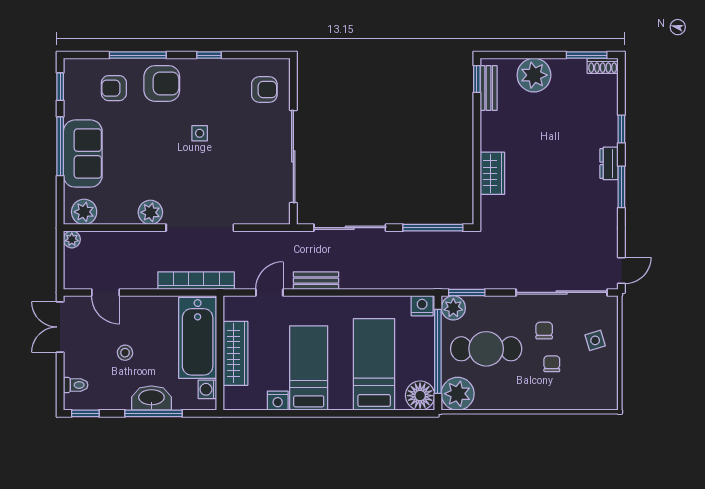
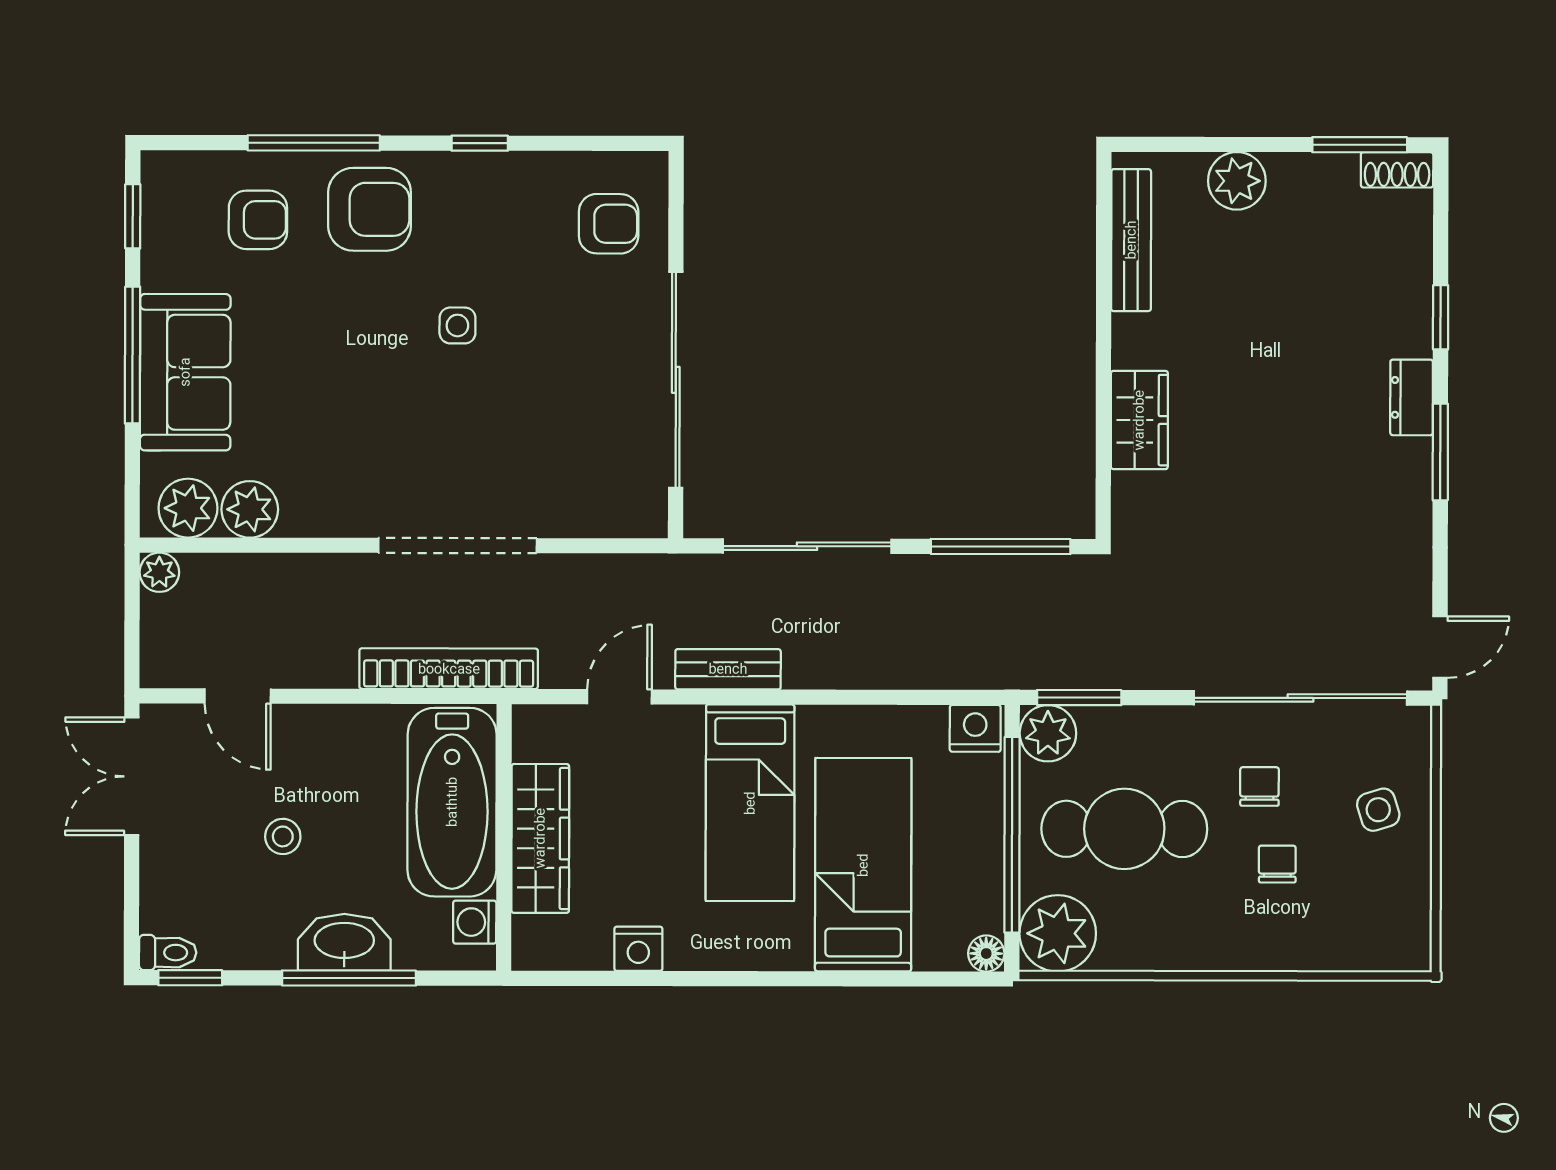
plant: (534, 75) -> (1237, 181), width x0.73, depth x0.73
window: (477, 79) -> (1104, 200), removed
armchair: (114, 88) -> (258, 220), turned 180
bench: (489, 88) -> (1131, 240), width x1.36
plant: (150, 212) -> (250, 509), moved
bed: (309, 368) -> (750, 803), moved, turned 180
toilet: (76, 385) -> (168, 953), moved
floor lamp: (420, 396) -> (986, 954), width x0.53, depth x0.53

